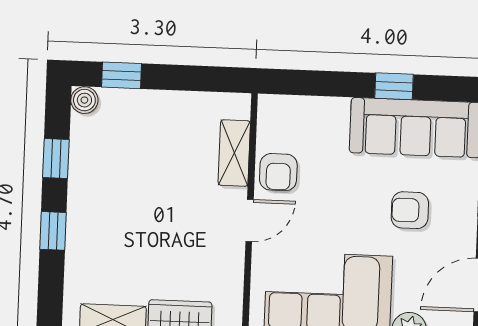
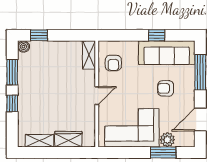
shelving: (234, 153) -> (89, 55), moved
window: (56, 159) -> (12, 72), width x1.50
armchair: (278, 172) -> (113, 63), moved

